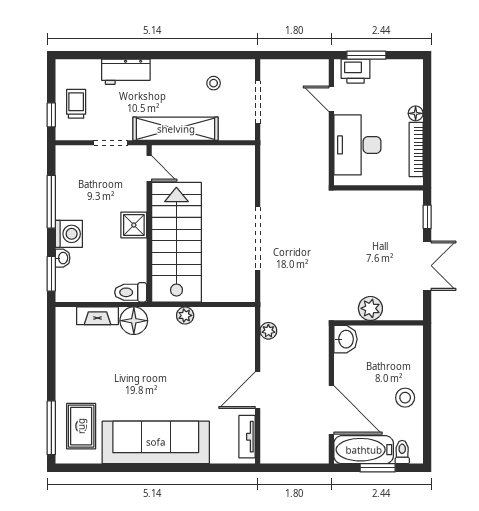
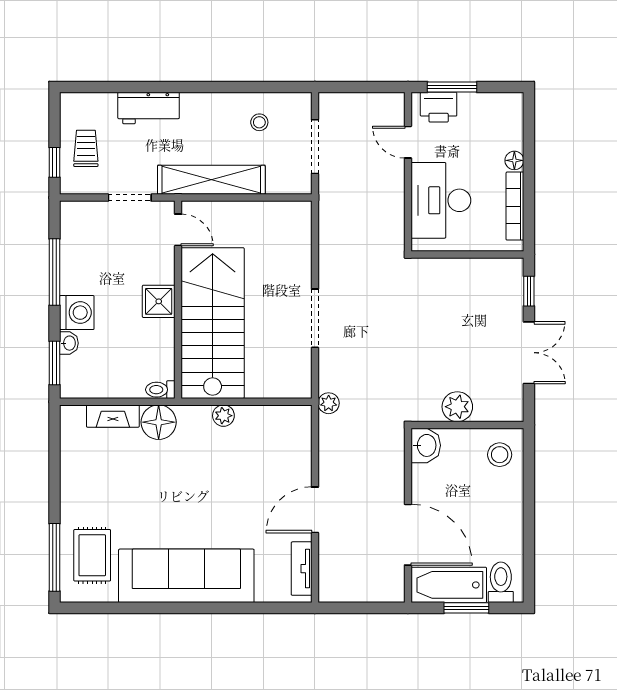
doorway: (258, 238) -> (315, 318), width x0.73
toilet: (131, 292) -> (160, 390), width x0.73, depth x0.72
plant: (268, 331) -> (329, 403), moved
stool: (405, 398) -> (500, 455), moved
toilet: (402, 452) -> (501, 582), width x1.37, depth x1.39

